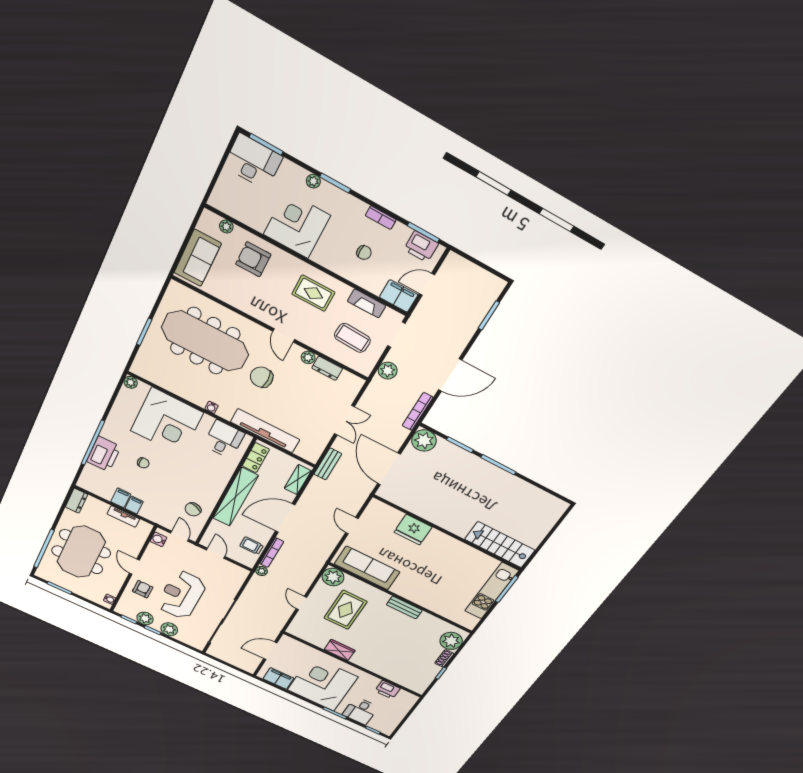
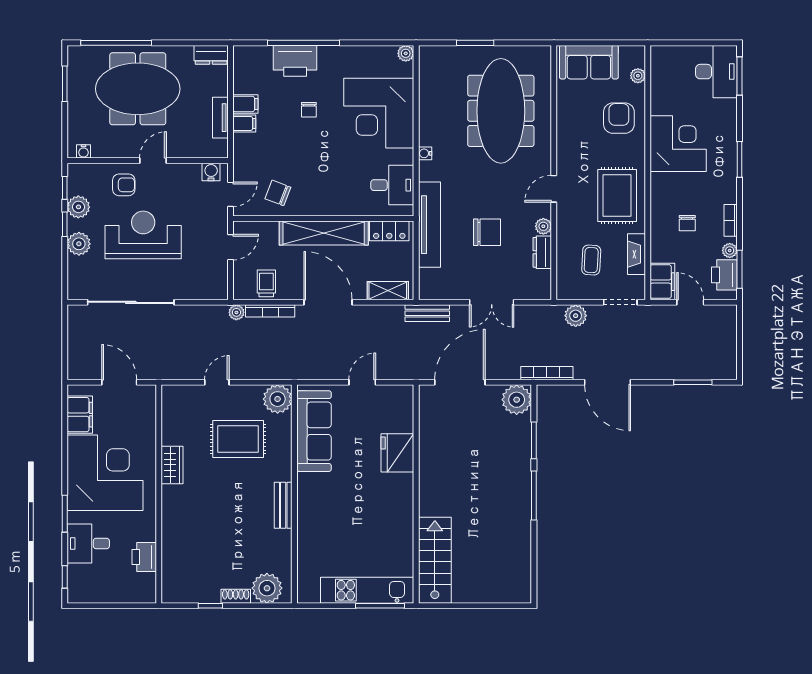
plant: (313, 181) -> (730, 250), moved
rug: (313, 293) -> (617, 196), width x1.36, depth x1.43
coffee table: (352, 338) -> (591, 260), width x0.73, depth x0.77
chair: (262, 377) -> (487, 232), moved, turned 90

